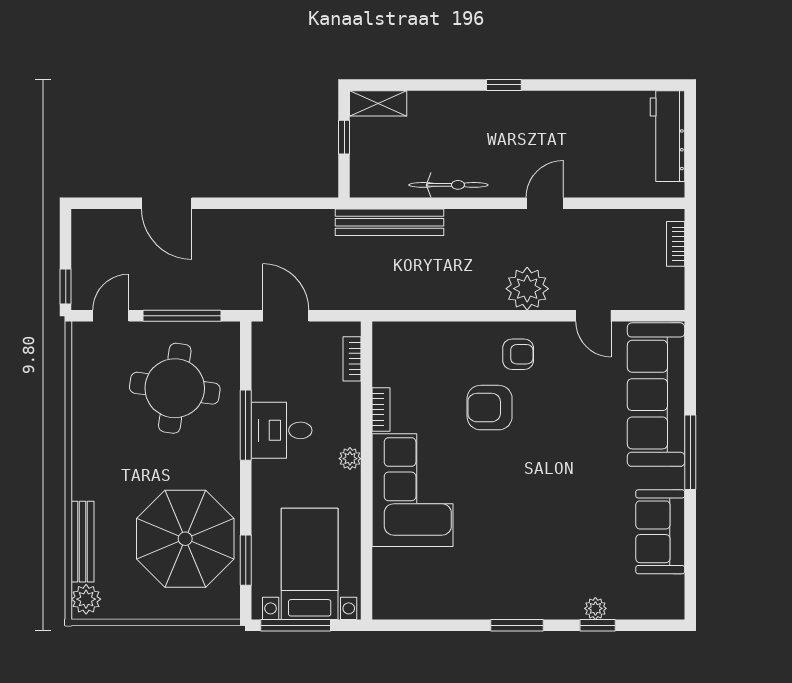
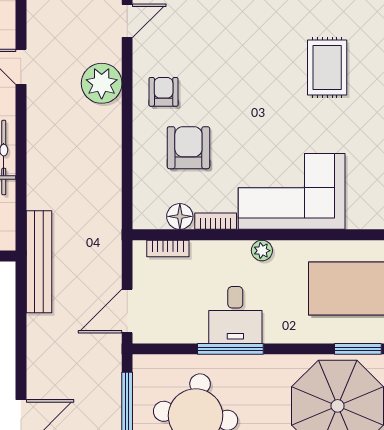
bench: (390, 222) -> (39, 262), moved
floor lamp: (386, 372) -> (180, 216), added
armchair: (490, 408) -> (188, 148), moved, turned 180
rug: (544, 528) -> (327, 68), added

